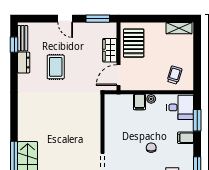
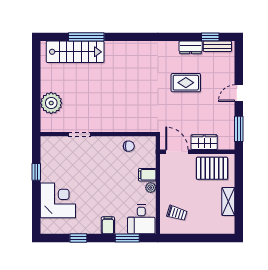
shelving: (179, 28) -> (228, 202), moved
chair: (151, 148) -> (129, 146), moved

